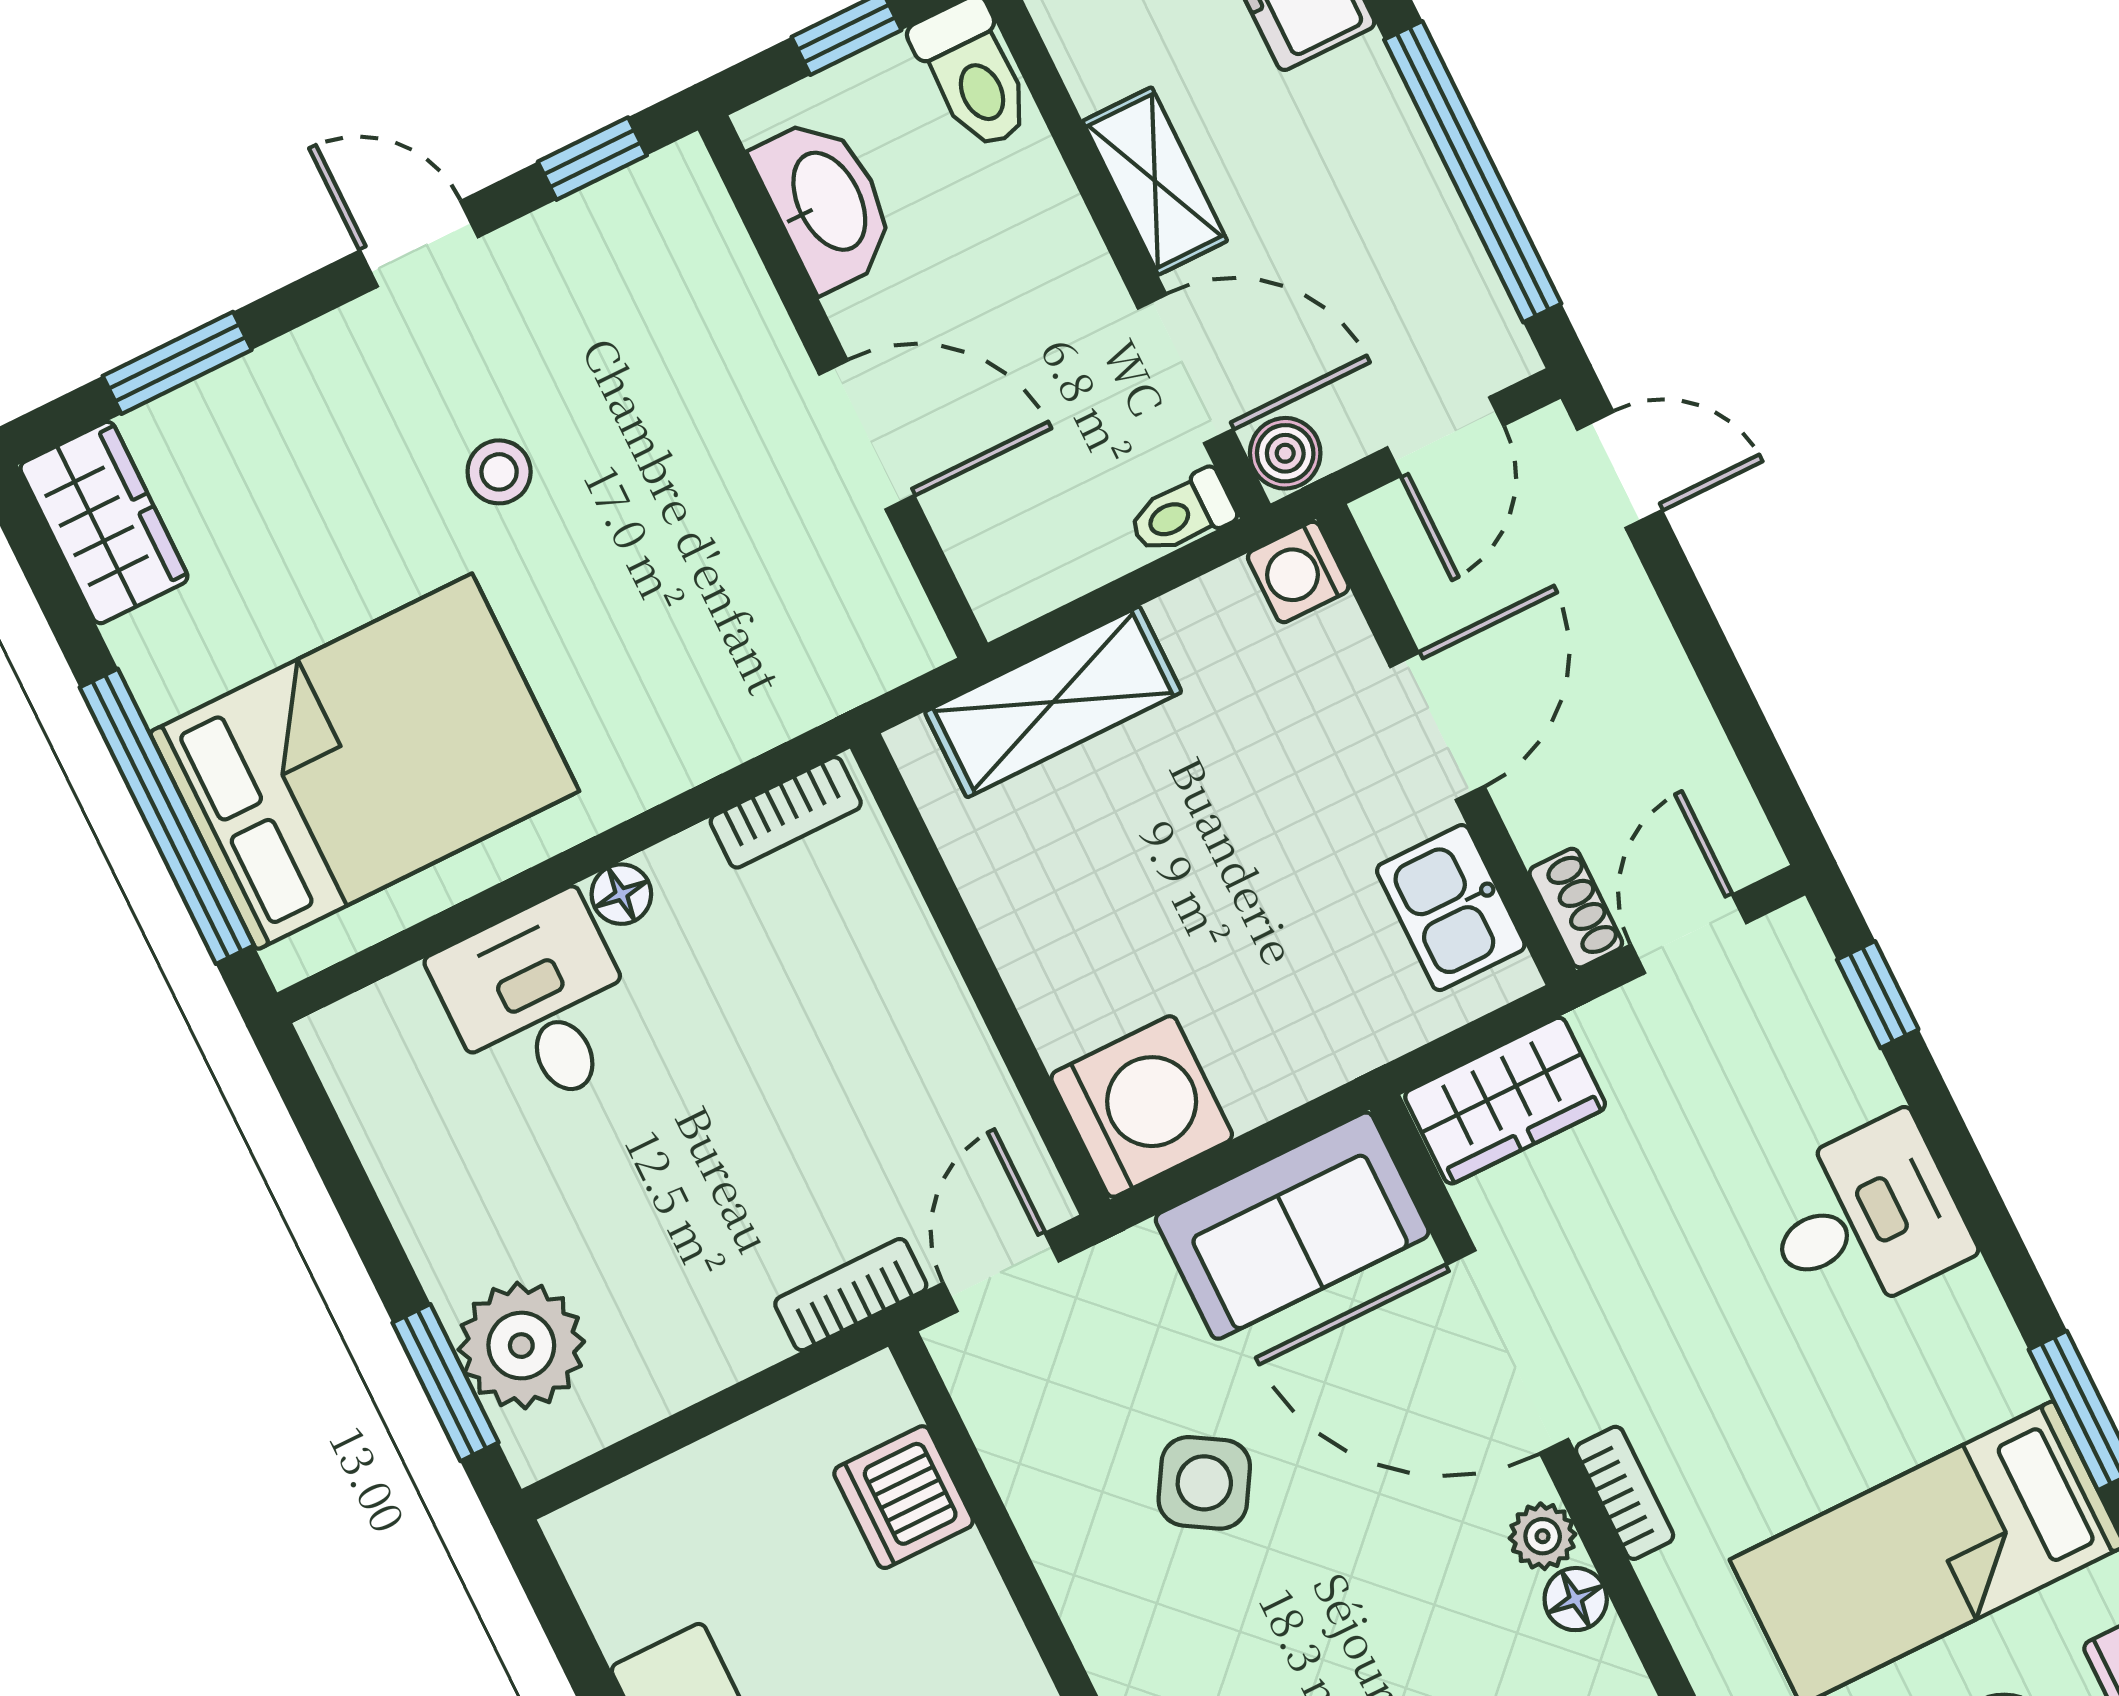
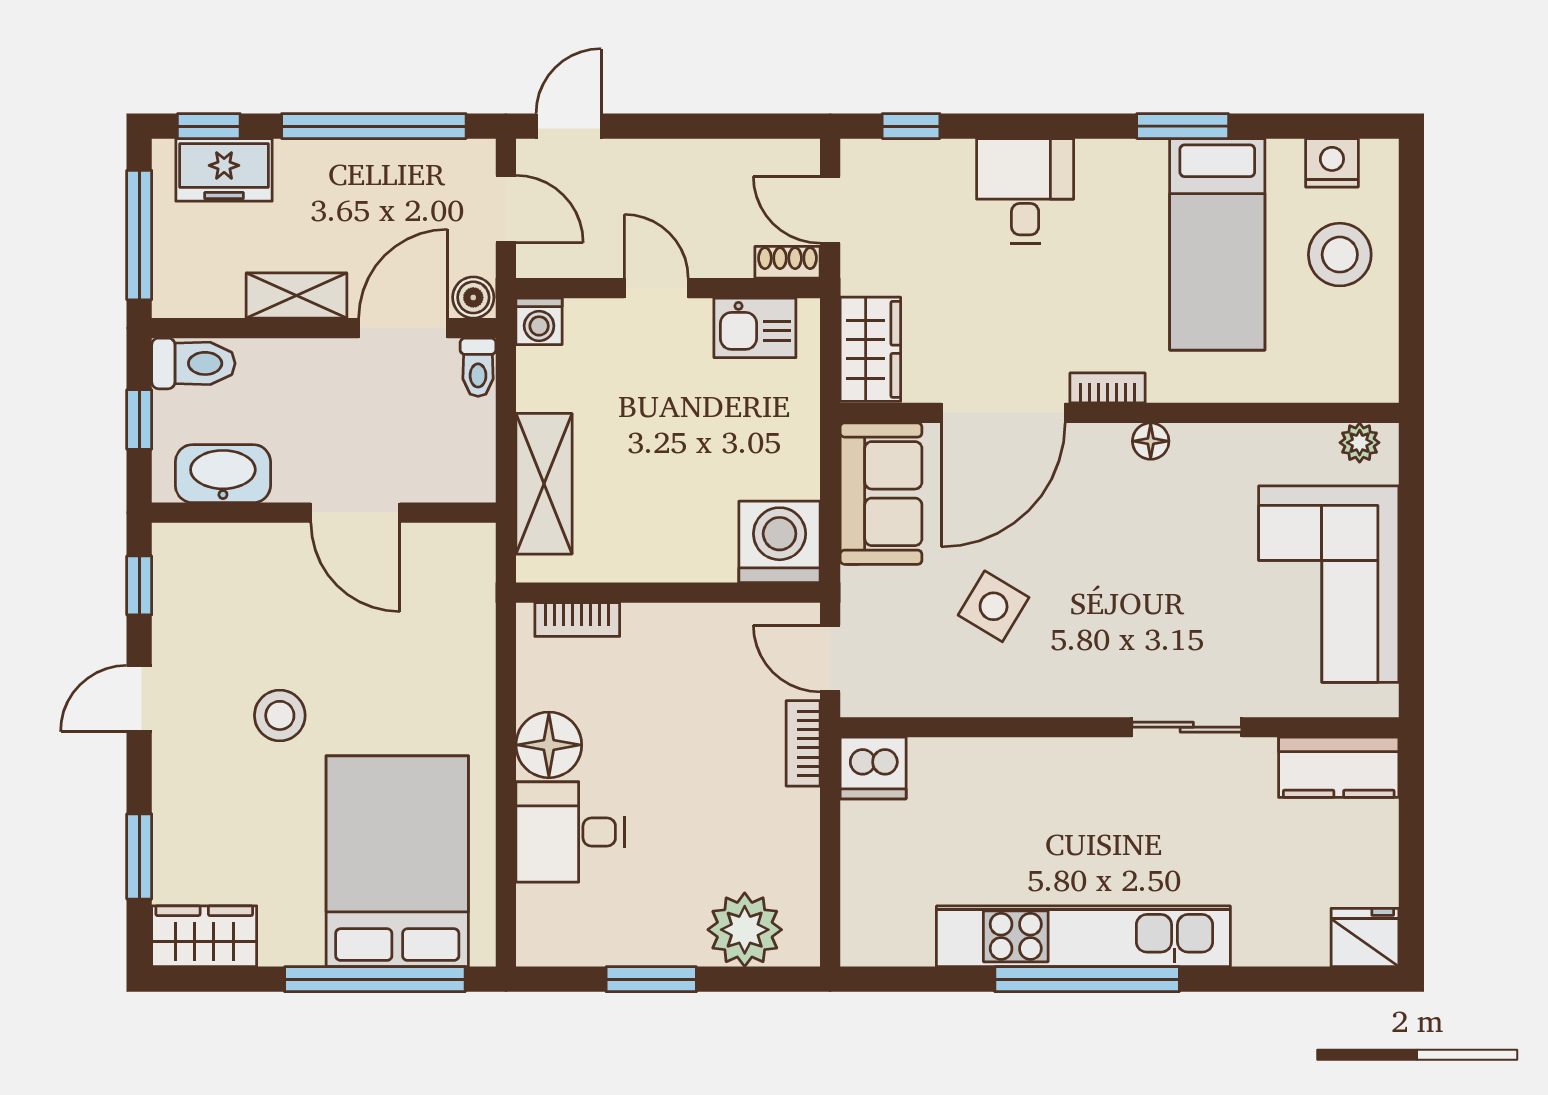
door: (867, 435) -> (355, 513), swing flipped
stool: (499, 472) -> (280, 715), width x1.37, depth x1.37
door: (1437, 726) -> (656, 288), width x0.73
bookcase: (786, 812) -> (577, 619), moved, turned 90
floor lamp: (621, 894) -> (549, 745), width x1.89, depth x1.89
window: (445, 1383) -> (651, 979), moved
dishwasher: (904, 1497) -> (873, 768), moved
plant: (1543, 1536) -> (1109, 442), removed

